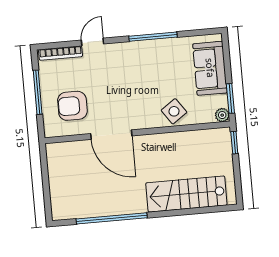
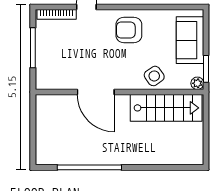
window: (153, 37) -> (141, 7), removed
armchair: (72, 106) -> (129, 30), moved
window: (234, 143) -> (206, 109), removed
stairs: (186, 194) -> (166, 108), moved, turned 180

